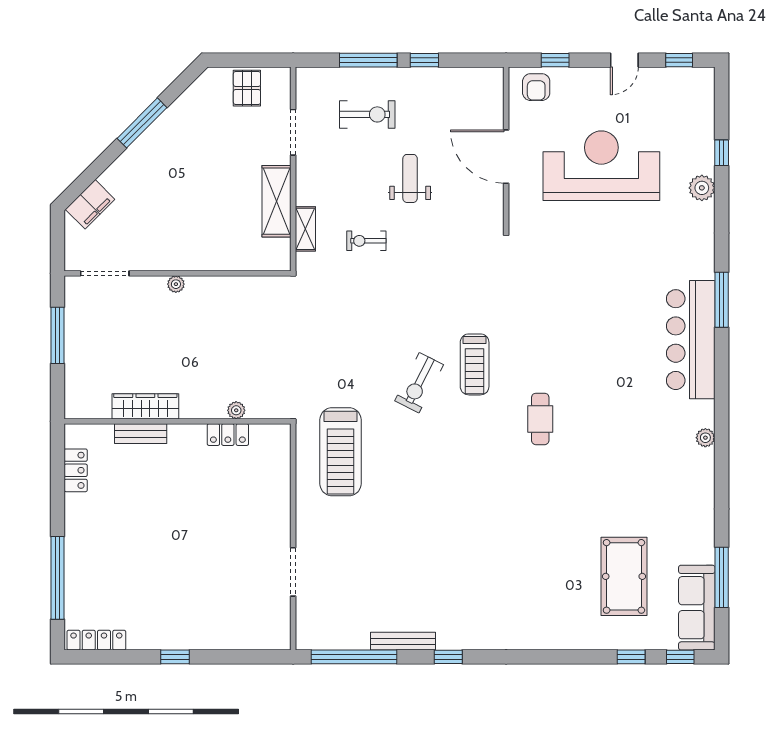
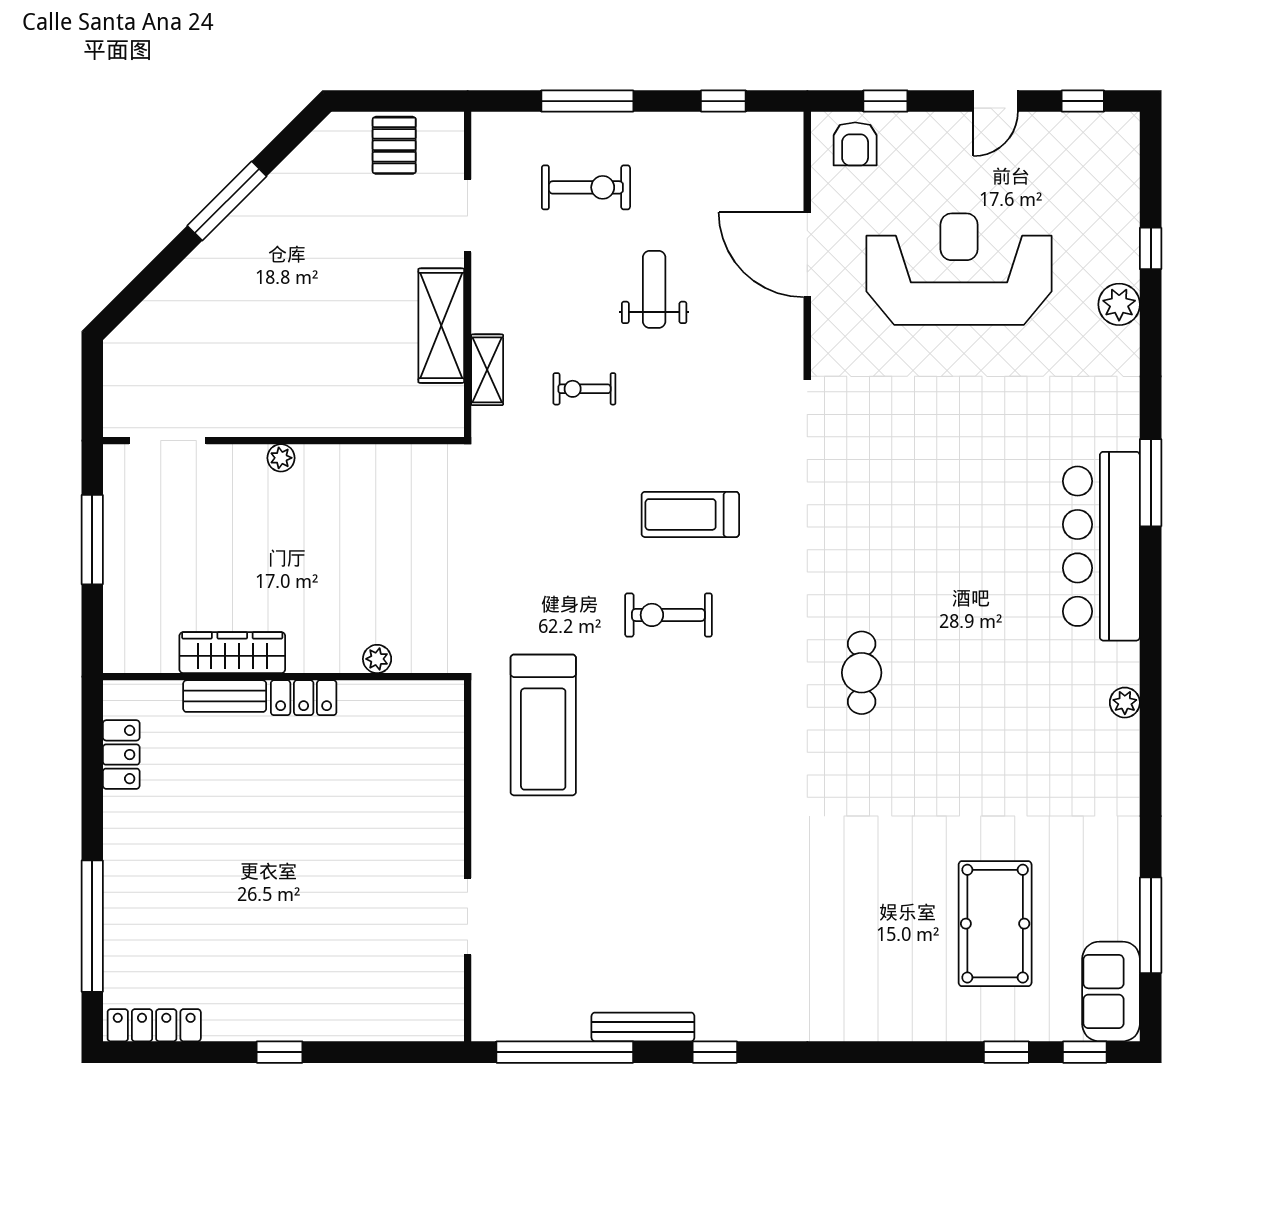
window: (424, 60) -> (723, 101), moved
filing cabinet: (90, 204) -> (144, 331), removed
treadmill: (475, 364) -> (690, 514), moved, turned 90
exercise bike: (419, 383) -> (668, 615), turned 63
locker: (228, 435) -> (304, 698), moved
sofa: (697, 608) -> (1111, 991), width x0.73

